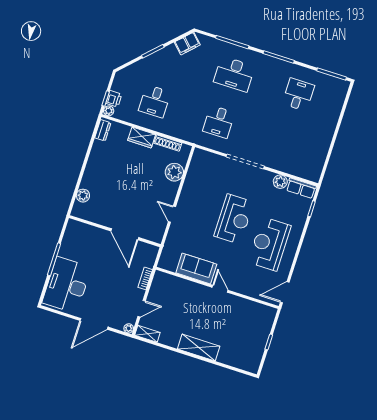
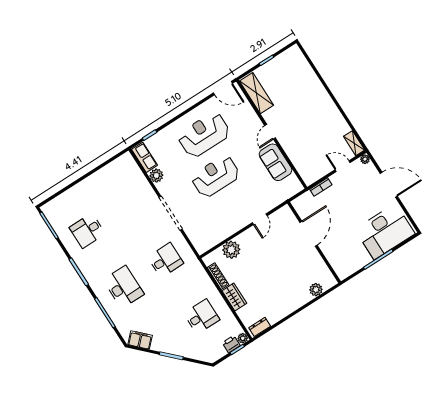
reception desk: (269, 244) -> (204, 135), turned 180
shelving: (199, 348) -> (257, 93), moved

